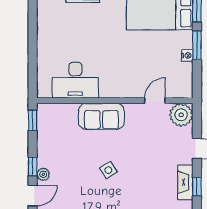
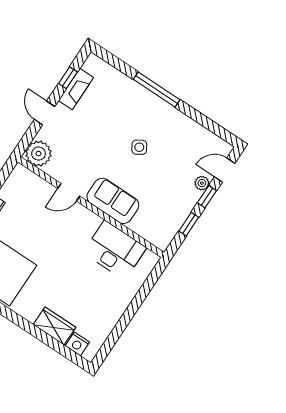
door: (155, 101) -> (69, 192), moved
window: (33, 120) -> (189, 224), moved

